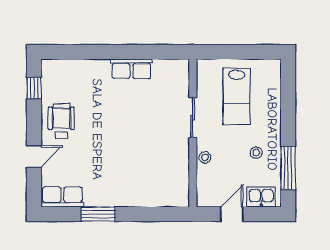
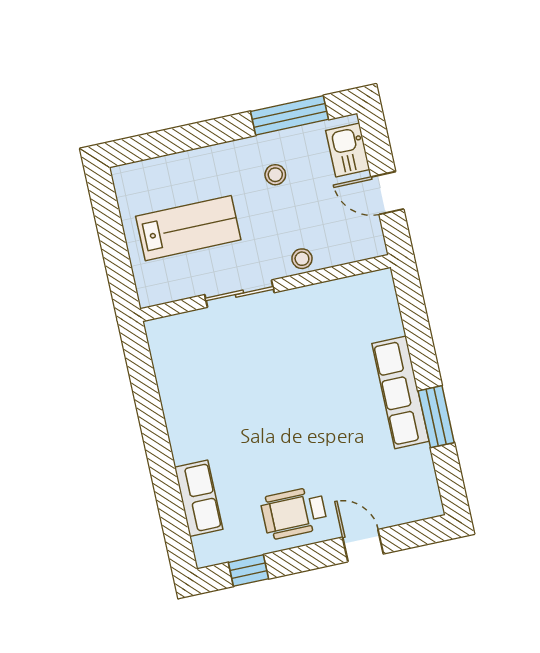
row of seats: (131, 69) -> (199, 498), moved
row of seats: (62, 197) -> (401, 392), moved, width x1.48

